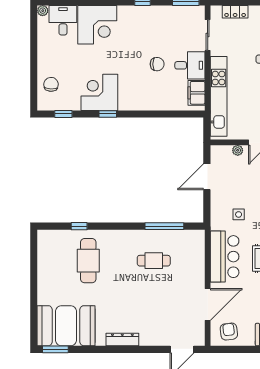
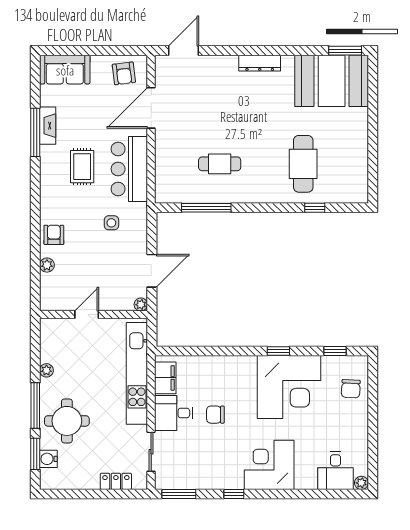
corner desk: (97, 25) -> (269, 465), moved
corner desk: (99, 92) -> (289, 387), width x1.36, depth x1.36
plant: (238, 150) -> (141, 305), moved

